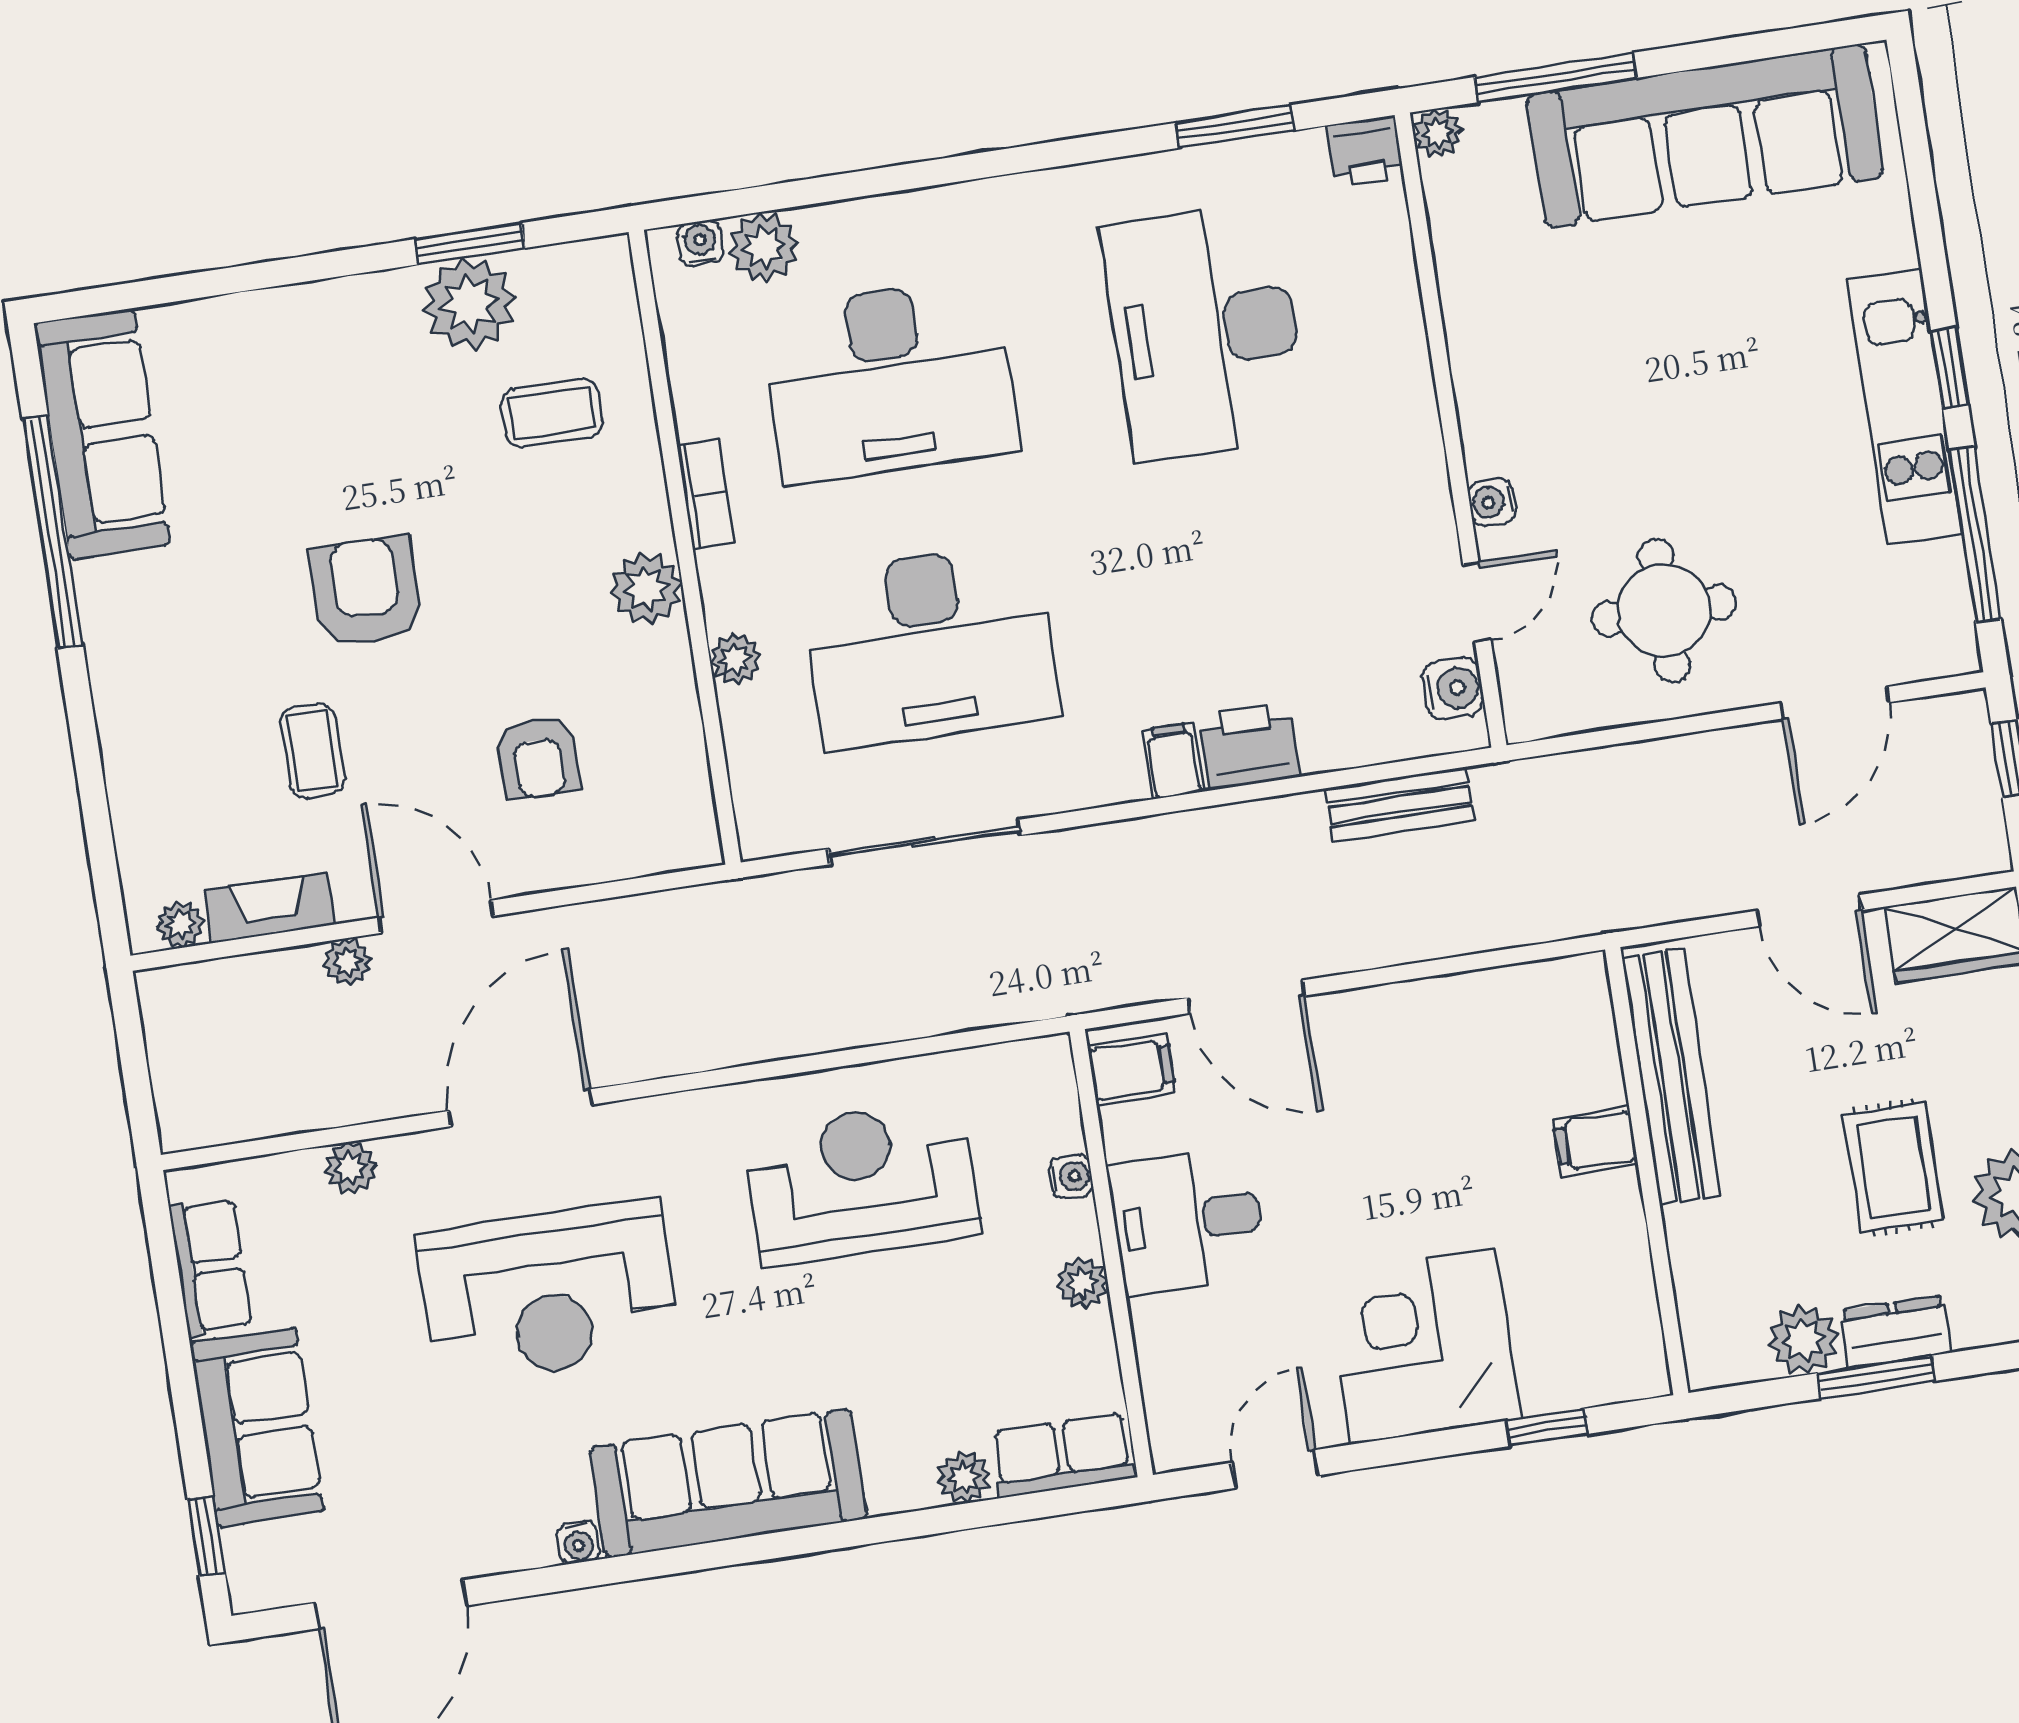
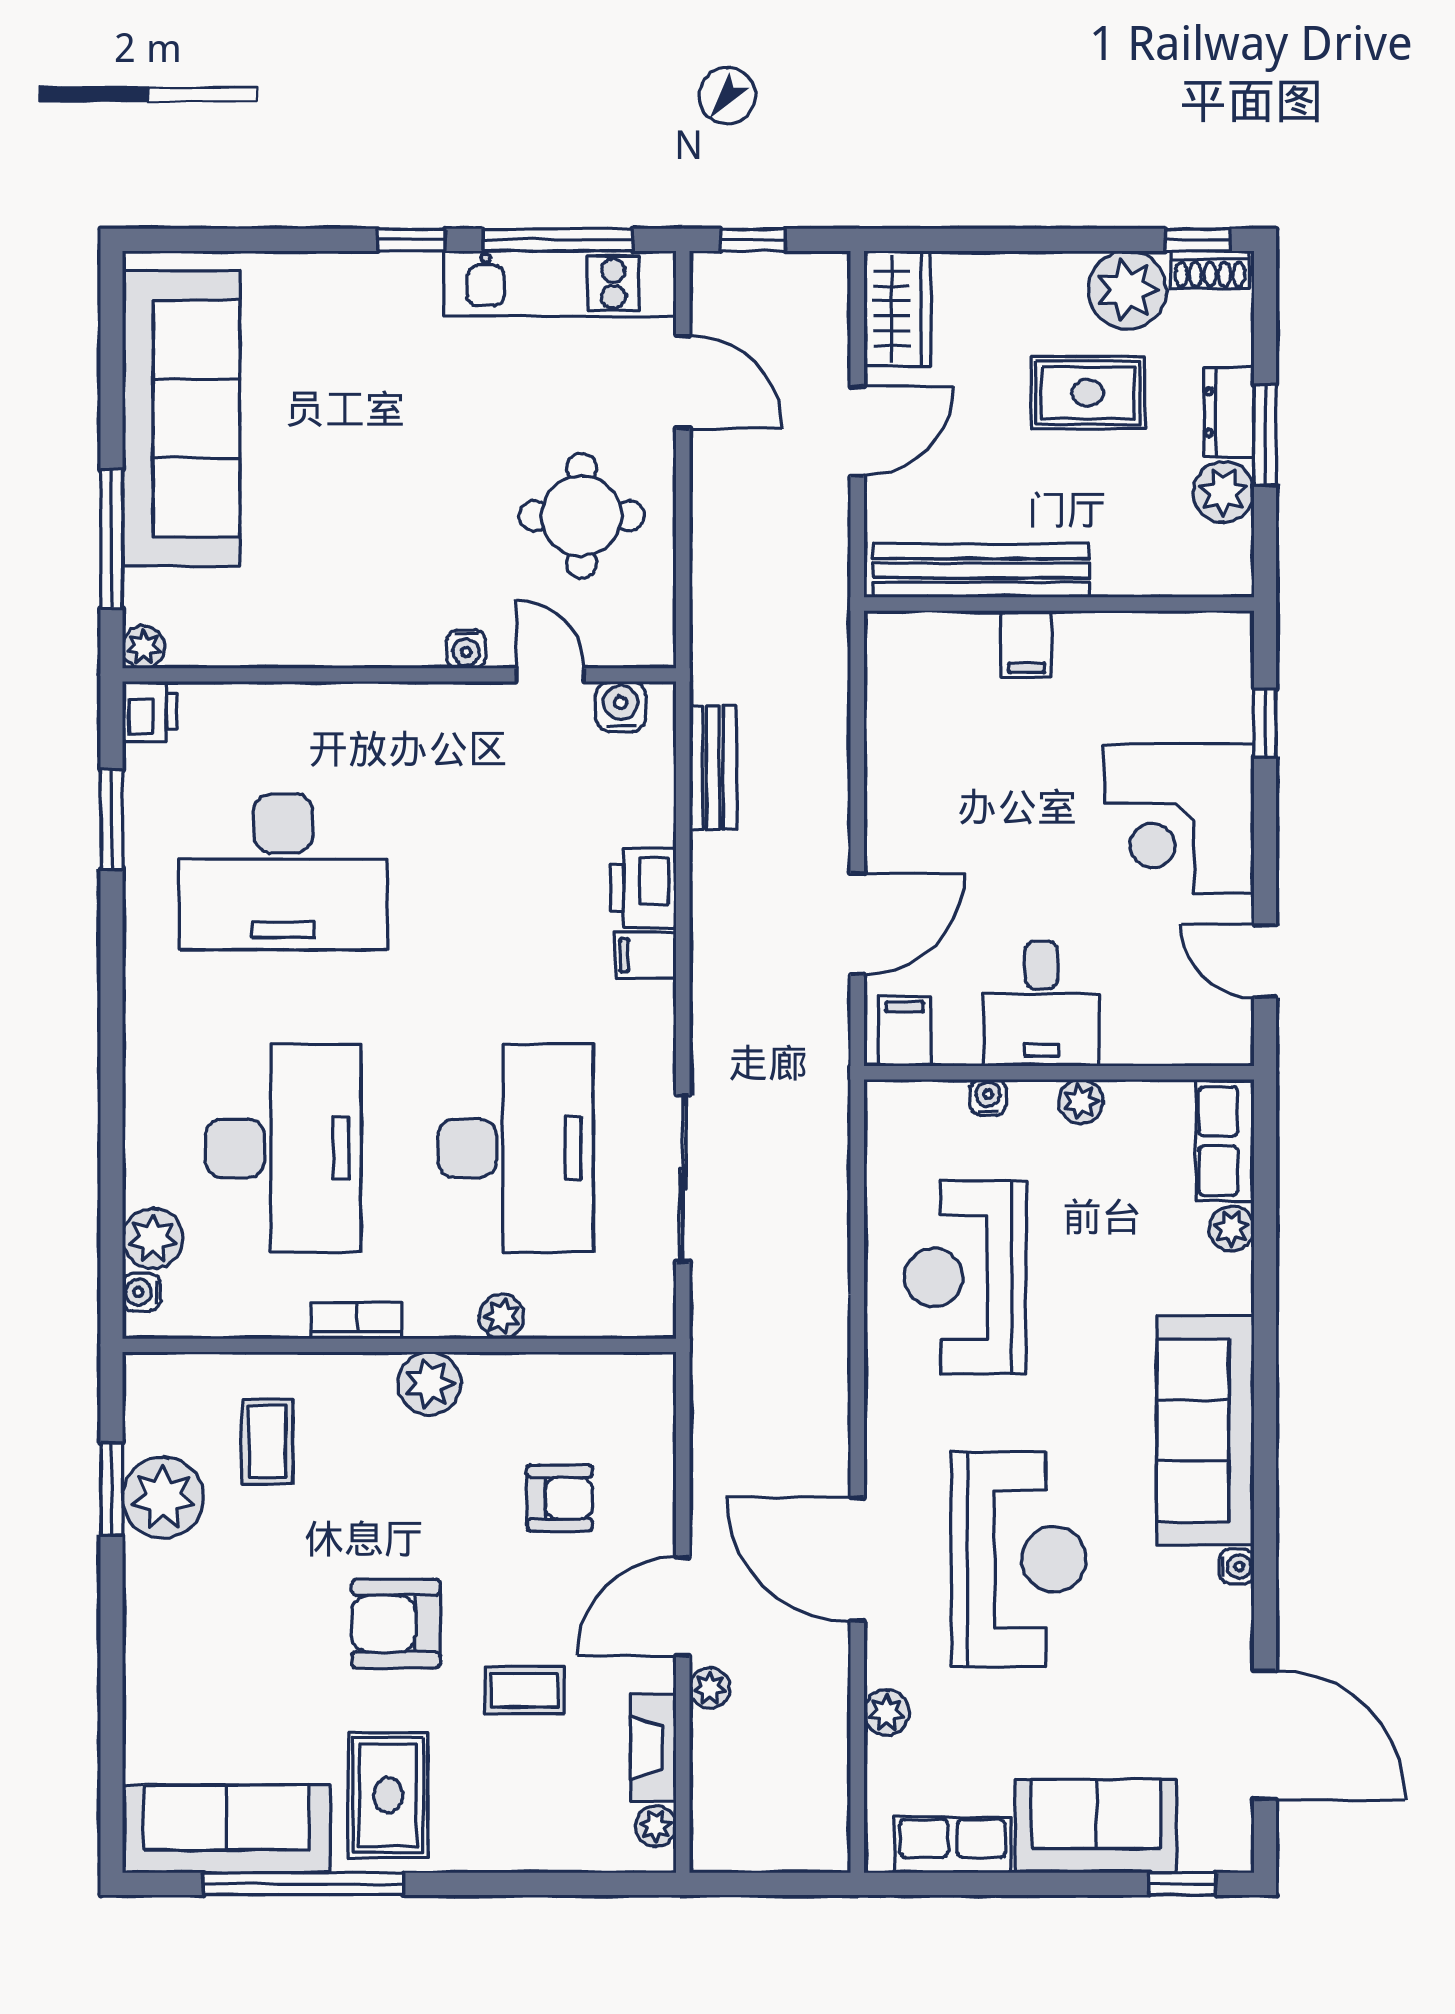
kitchen unit: (1905, 407) -> (560, 284), moved
rug: (169, 613) -> (388, 1795), added

